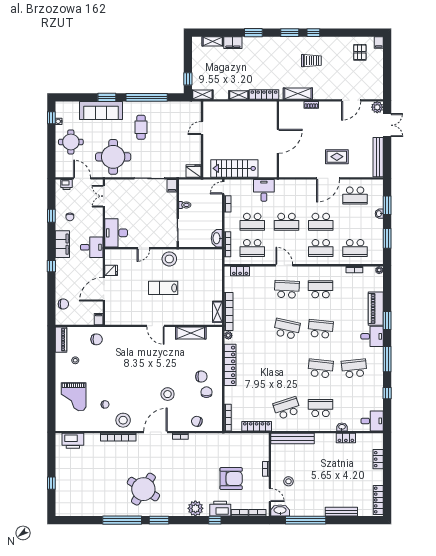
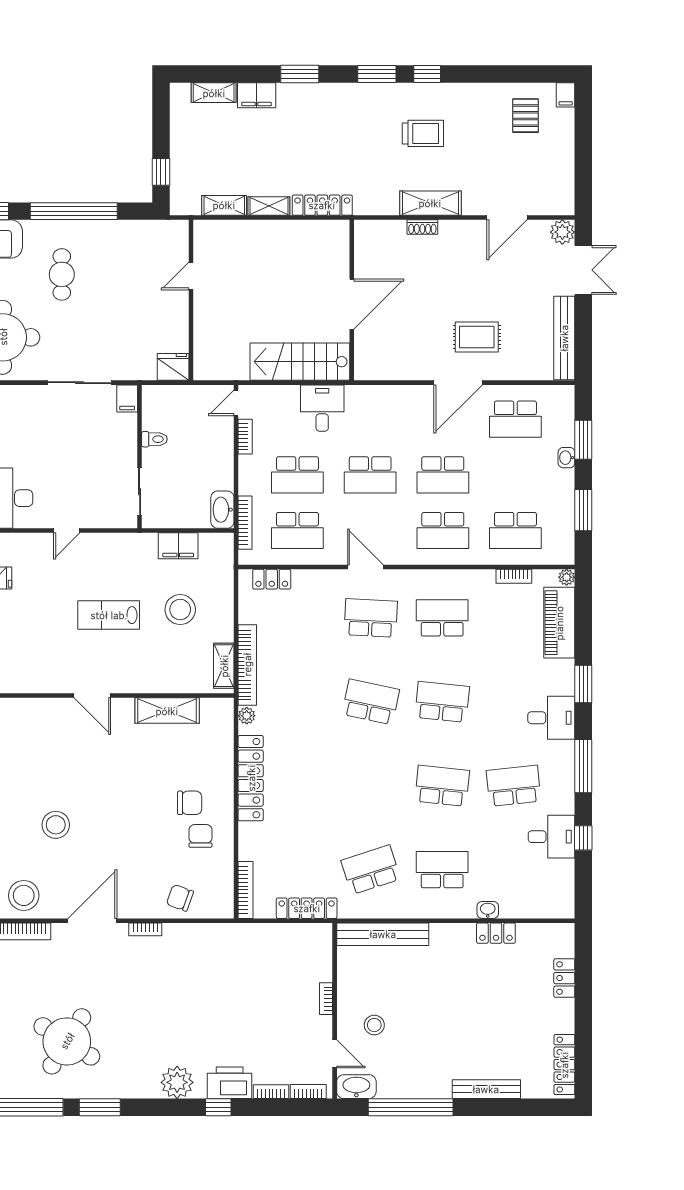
shelving: (298, 94) -> (430, 203), moved
shelving: (202, 95) -> (224, 205), moved
stairs: (234, 168) -> (300, 362), moved
filing cabinet: (196, 255) -> (178, 546), added
stool: (169, 259) -> (180, 610), moved
piano: (376, 309) -> (559, 623), moved
stool: (168, 394) -> (56, 825), moved
desk: (372, 421) -> (552, 837), moved
armchair: (231, 479) -> (253, 1019), removed

